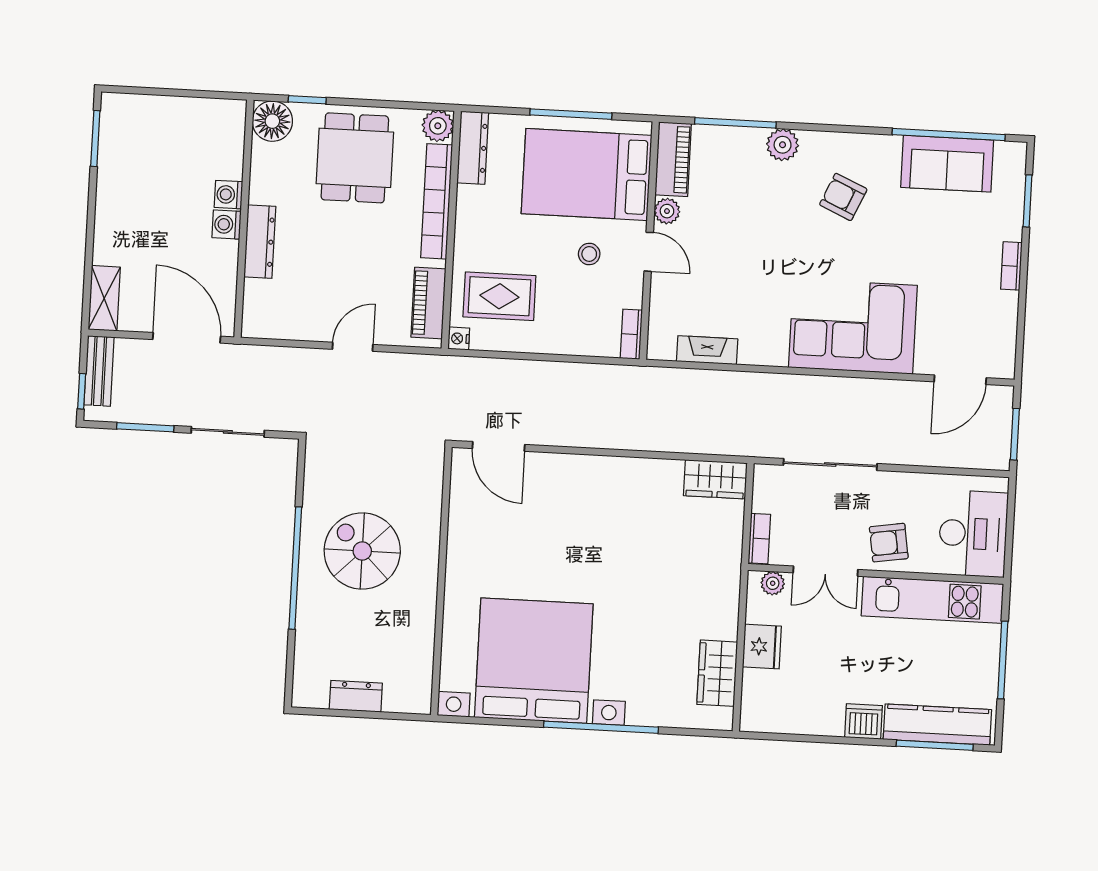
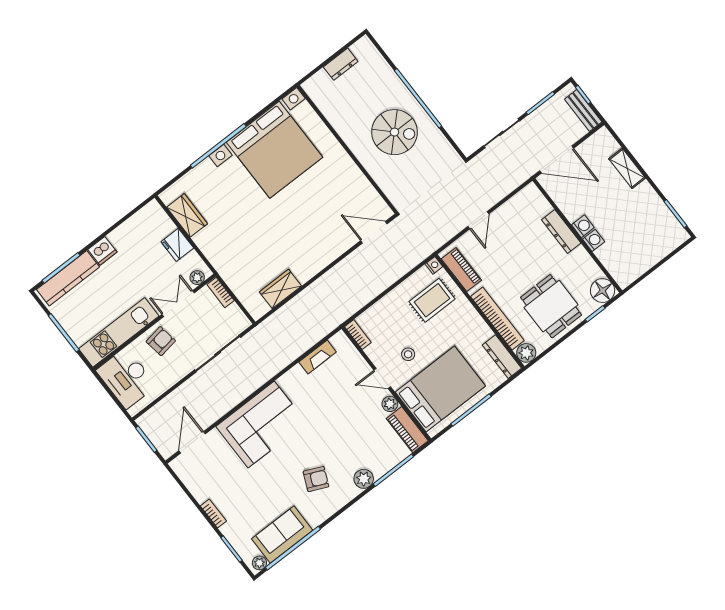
plant: (1007, 153) -> (259, 563), added
shelving: (104, 298) -> (627, 168), moved
wardrobe: (715, 479) -> (280, 289), moved

